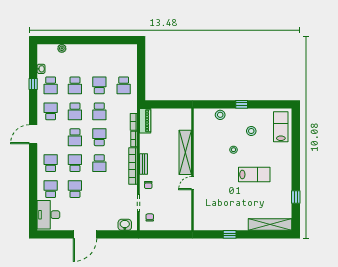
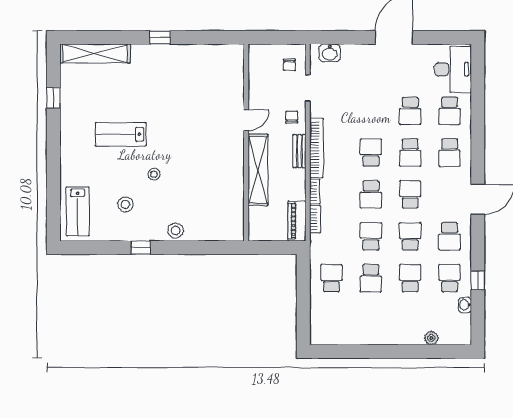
shelving: (185, 152) -> (258, 170), moved
wall: (193, 169) -> (246, 142), moved
door: (193, 183) -> (246, 120), moved

